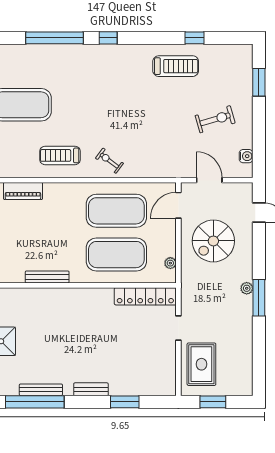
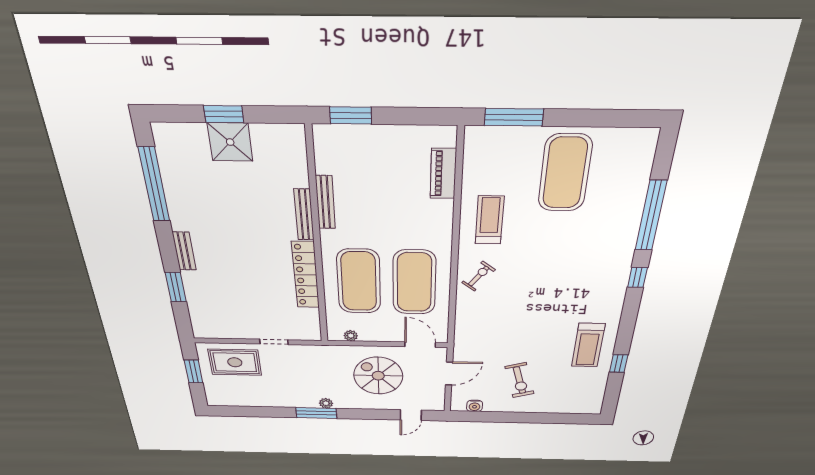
window: (259, 82) -> (557, 418), removed
locker: (145, 296) -> (306, 275), moved
bench: (41, 390) -> (304, 215), moved

